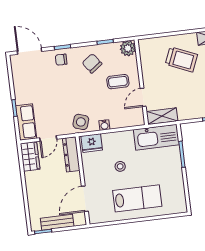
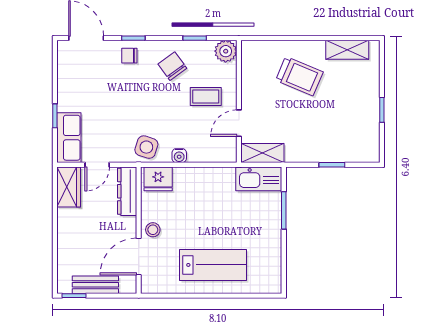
kitchen sink: (156, 137) -> (259, 179), width x0.73, depth x0.81
stool: (120, 166) -> (153, 230), moved

